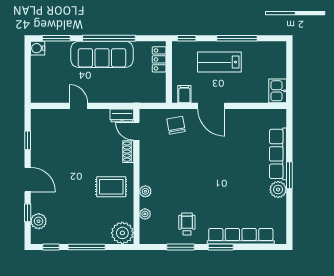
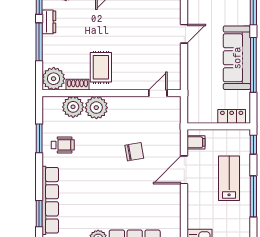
dresser: (122, 115) -> (49, 22), moved, turned 180
chair: (176, 125) -> (134, 152), moved
shoe rack: (128, 152) -> (77, 85), moved
plant: (145, 191) -> (96, 108), width x1.88, depth x1.88
plant: (145, 214) -> (73, 107), width x1.88, depth x1.88
window: (221, 247) -> (39, 214), moved

